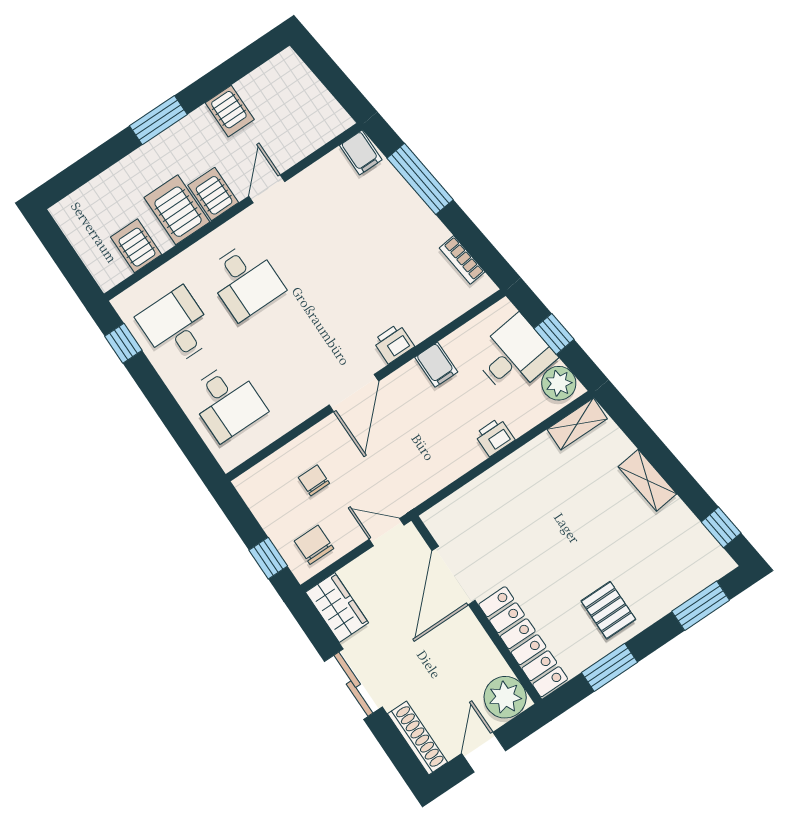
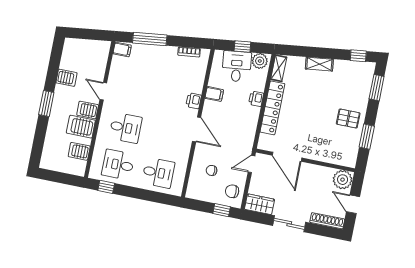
locker: (523, 642) -> (272, 108), moved, turned 90

